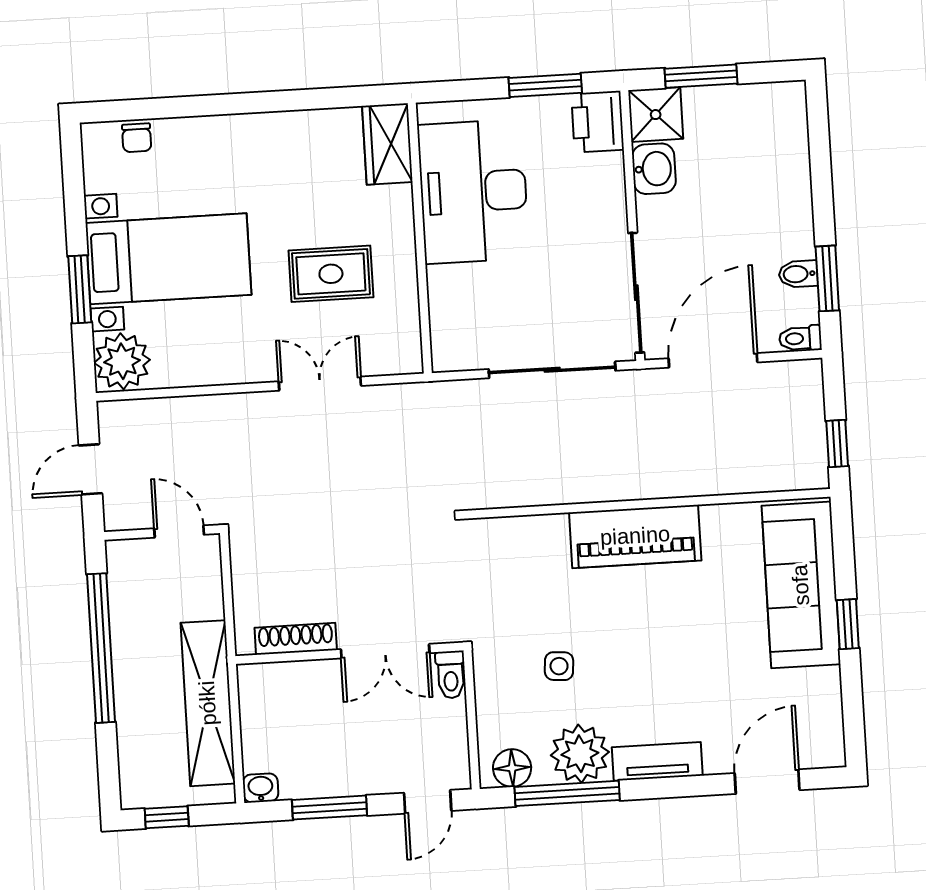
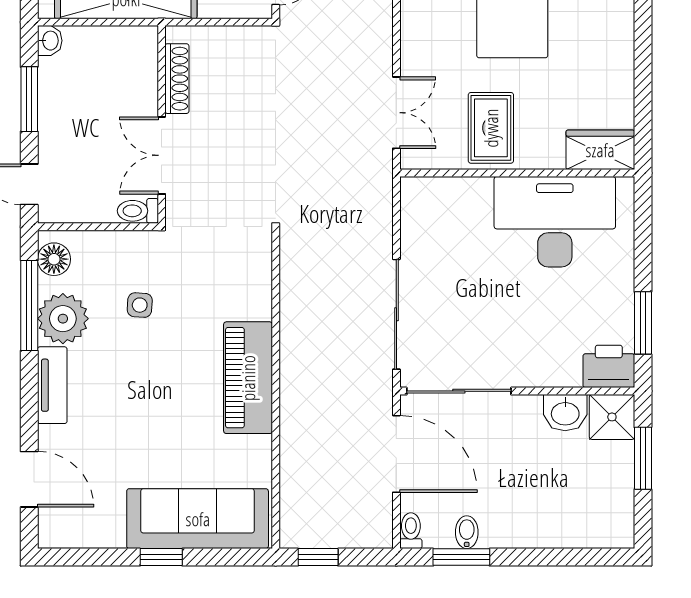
wardrobe: (387, 144) -> (600, 150), moved
desk: (473, 191) -> (555, 222), moved
wall: (420, 238) -> (517, 173), moved

